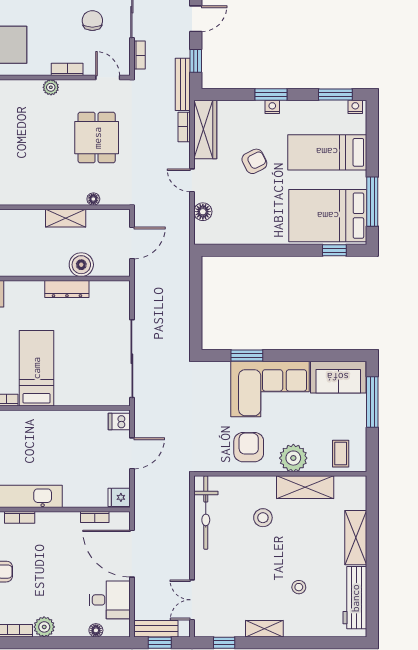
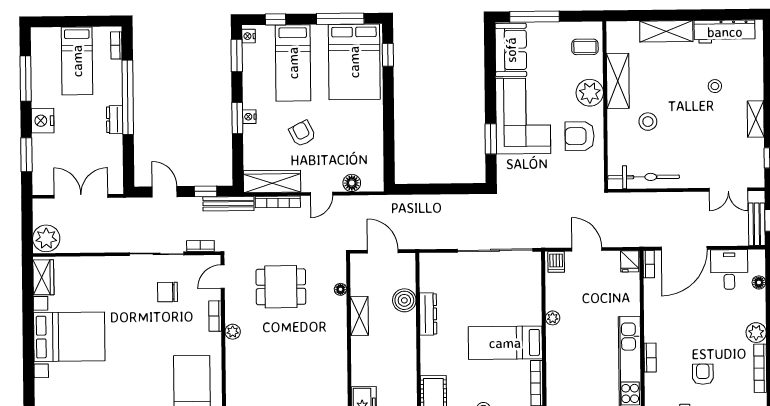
bookcase: (184, 127) -> (278, 202), width x1.56
window: (372, 135) -> (276, 19), added
plant: (61, 417) -> (553, 318), added
bookcase: (95, 517) -> (649, 264), moved

